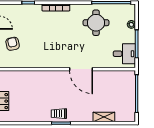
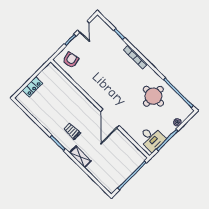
armchair: (13, 44) -> (71, 60), moved
trolley: (59, 114) -> (72, 131), moved
shelving: (104, 117) -> (80, 157), moved

